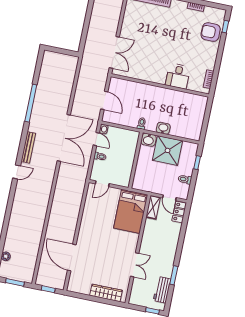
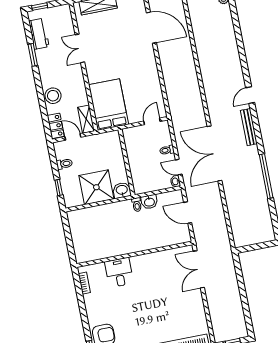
washbasin: (163, 128) -> (149, 202), moved
stool: (171, 237) -> (53, 96), added

